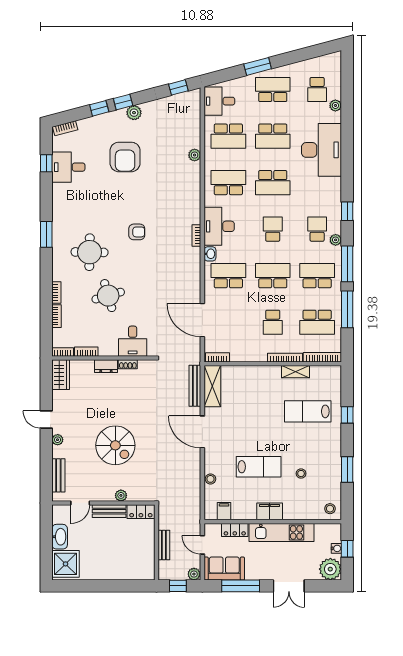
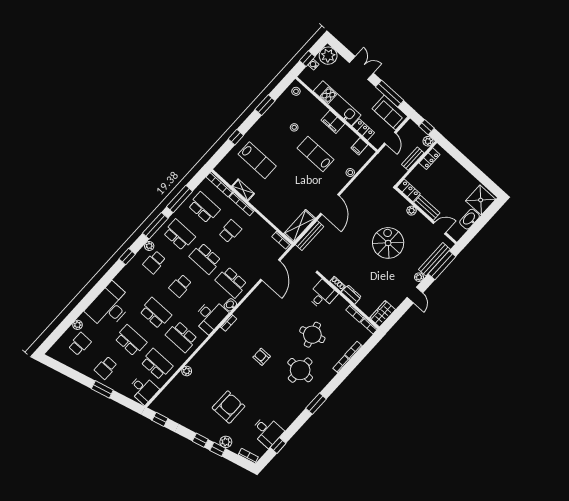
school desk: (273, 90) -> (106, 368), width x0.54
plant: (134, 113) -> (226, 442), moved
school desk: (317, 276) -> (179, 235), turned 180
window: (46, 470) -> (442, 265), added
bench: (58, 475) -> (434, 259), width x1.36
locker: (148, 559) -> (430, 159), added
plant: (194, 574) -> (428, 141), moved

